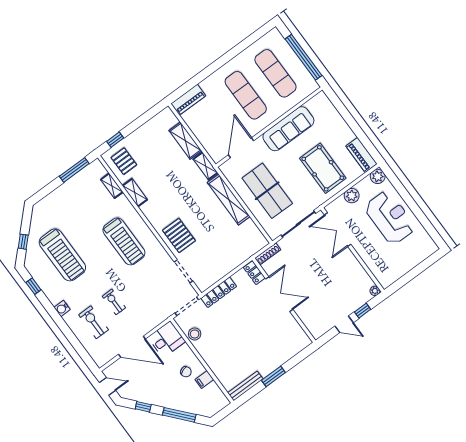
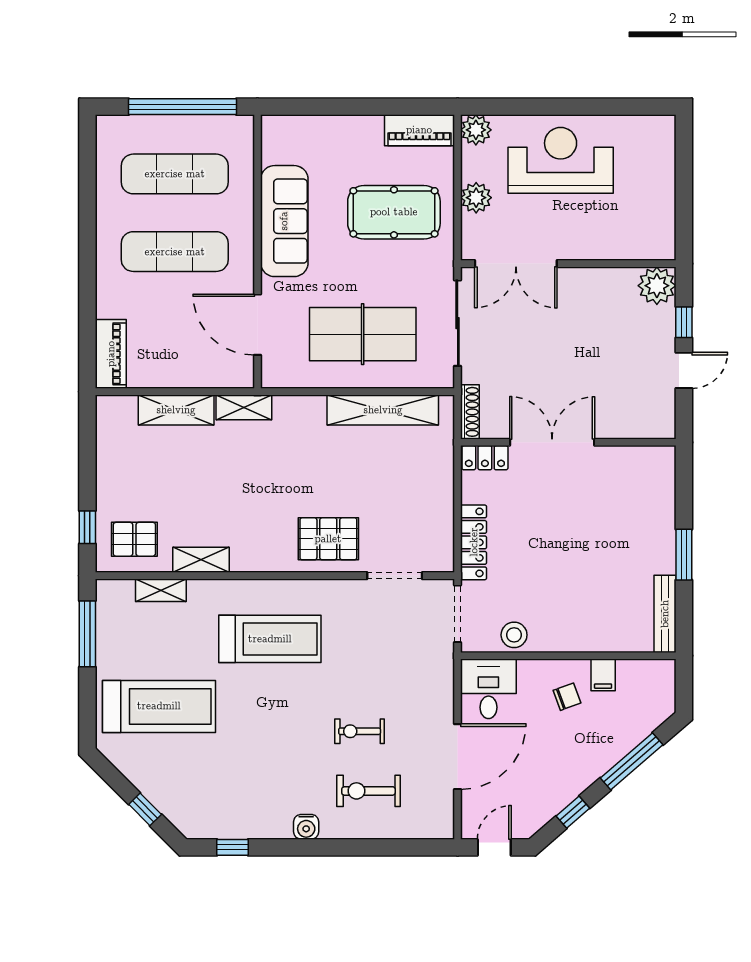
shelving: (229, 199) -> (383, 410), moved
treadmill: (62, 255) -> (159, 706), moved
plant: (375, 291) -> (657, 286), width x1.88, depth x1.88

